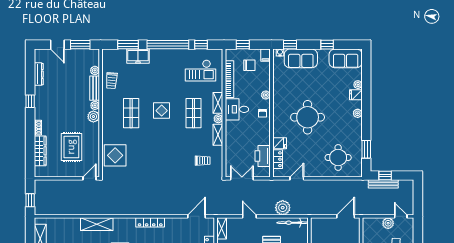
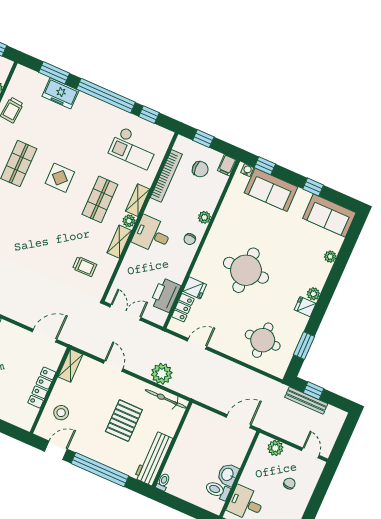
fridge: (356, 95) -> (305, 307), moved
desk: (237, 109) -> (152, 234), moved
plant: (388, 223) -> (275, 448), moved

